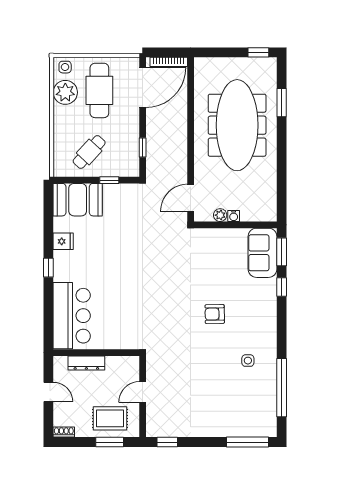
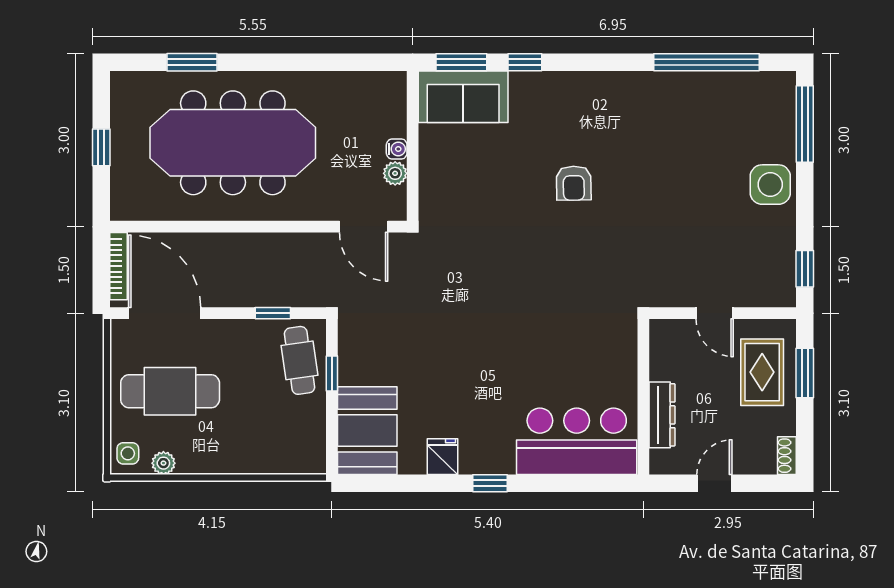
window: (258, 52) -> (101, 147), moved
plant: (65, 92) -> (163, 463), width x0.53, depth x0.53
cafe table: (89, 152) -> (299, 360), moved, turned 39
side table: (248, 361) -> (770, 185), moved, width x1.87, depth x1.87

